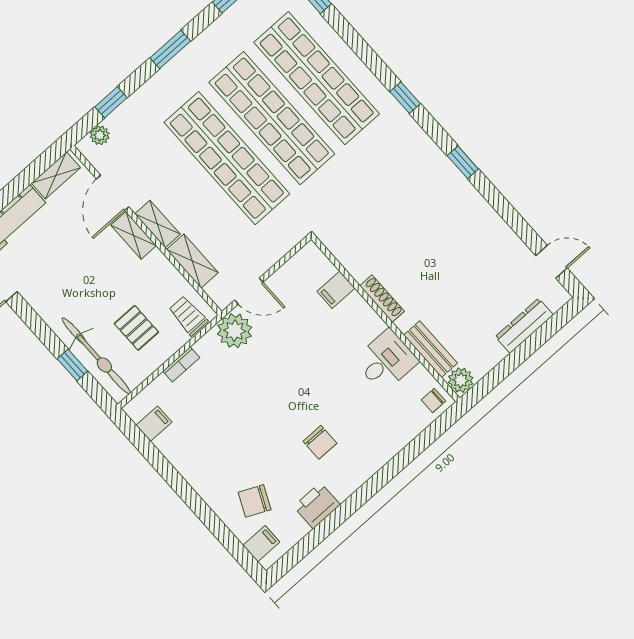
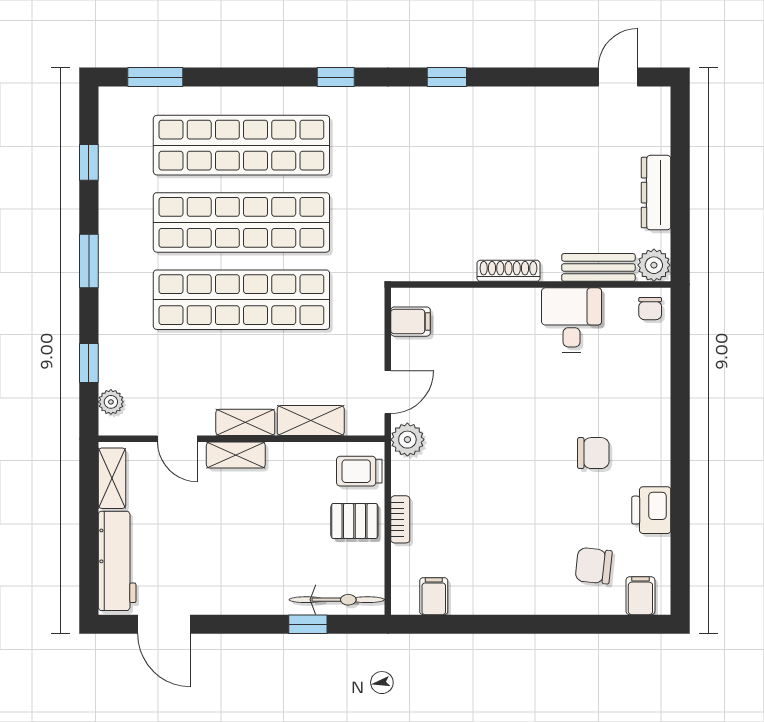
door: (113, 193) -> (177, 439), width x0.73
filing cabinet: (336, 290) -> (411, 322), moved, turned -90
dresser: (524, 326) -> (656, 193), moved
pallet: (136, 328) -> (354, 521), moved
plant: (235, 331) -> (407, 440), width x0.73, depth x0.73
bicycle: (96, 356) -> (337, 600), width x0.73, depth x0.71
chair: (255, 501) -> (594, 566), turned 71

